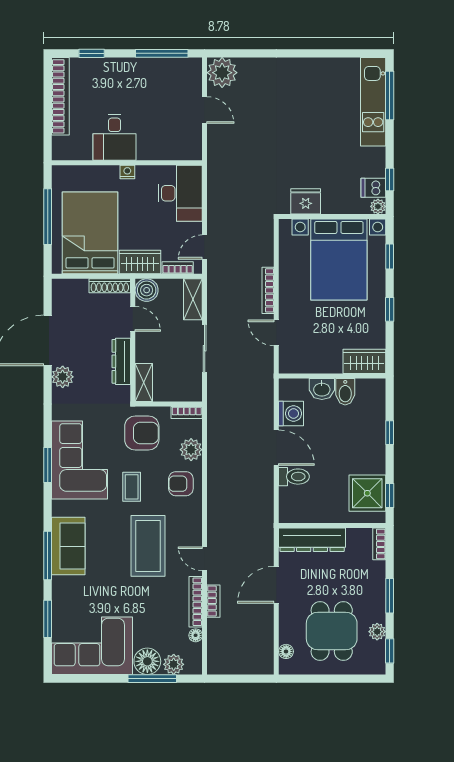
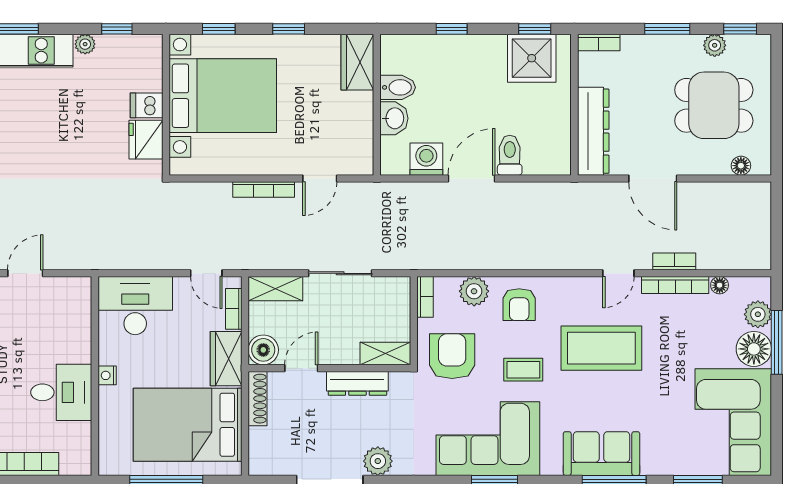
dishwasher: (373, 188) -> (147, 105), moved, turned 90
plant: (378, 206) -> (85, 44), moved

